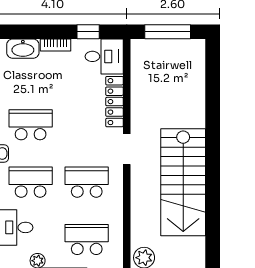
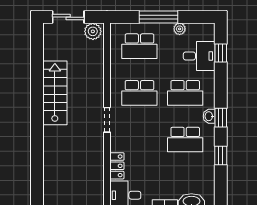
locker: (114, 102) -> (117, 166), width x0.66
stairs: (183, 182) -> (55, 93), width x0.73, depth x0.66

